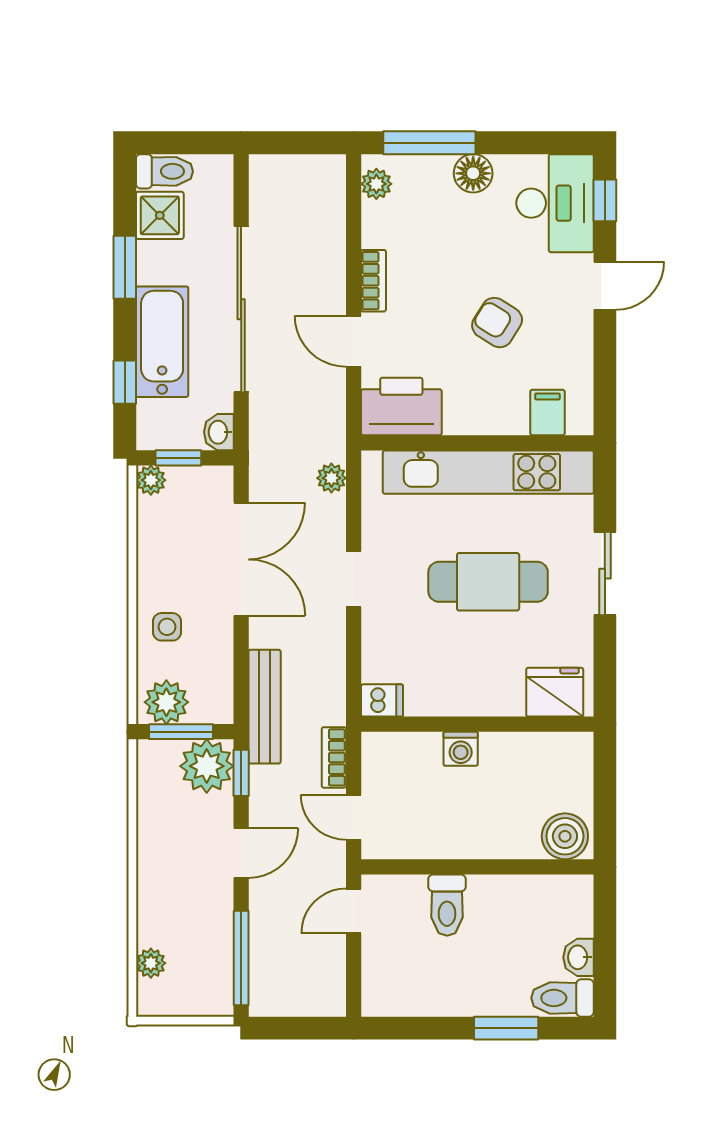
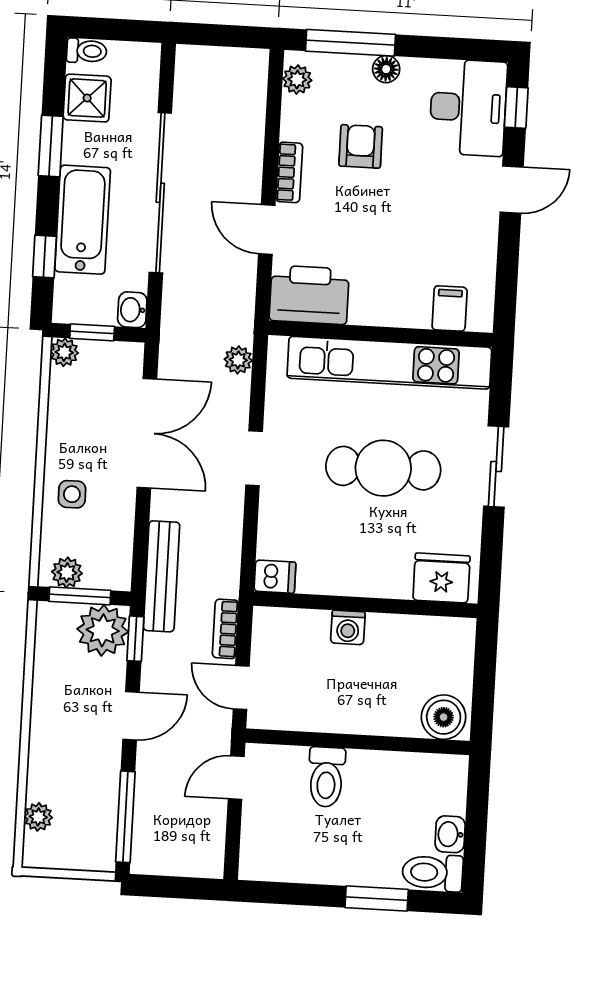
toilet: (164, 171) -> (87, 51), width x0.73, depth x0.72
floor lamp: (473, 173) -> (386, 69), width x0.73, depth x0.73
armchair: (497, 323) -> (361, 146), moved, turned 58
plant: (166, 702) -> (67, 573), width x0.73, depth x0.73

